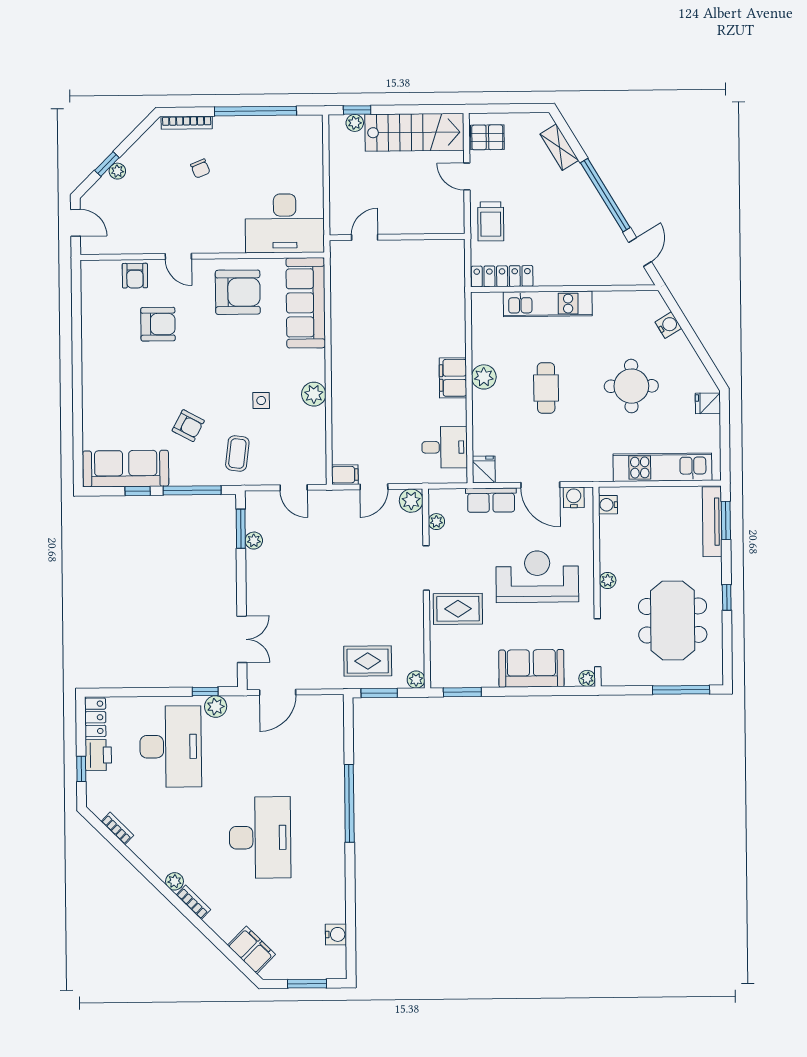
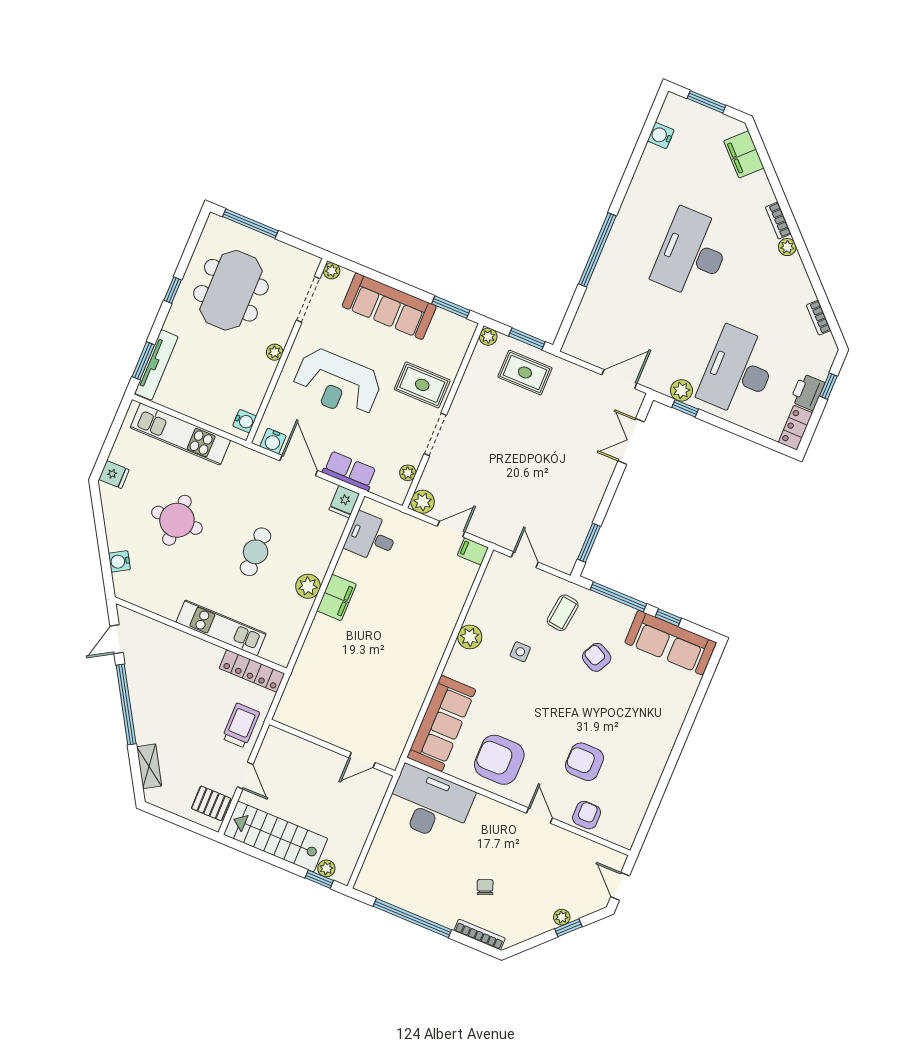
plant: (254, 541) -> (582, 527), removed
sofa: (531, 668) -> (389, 306), width x1.36

